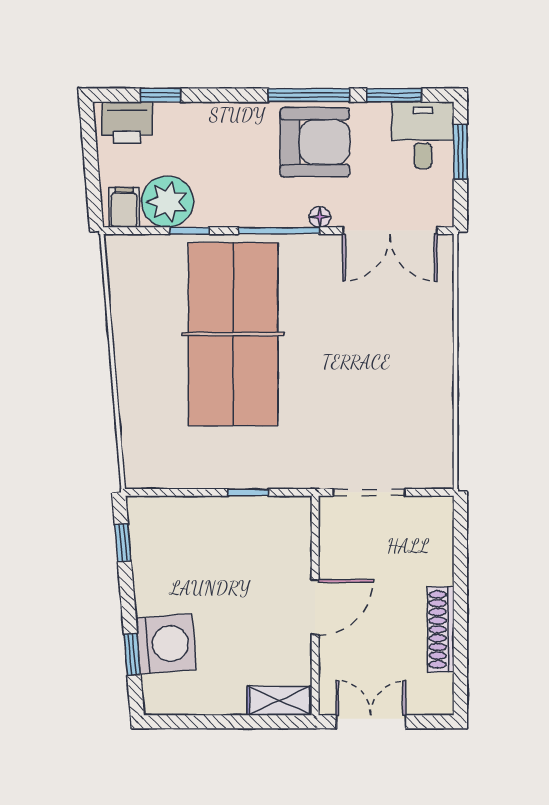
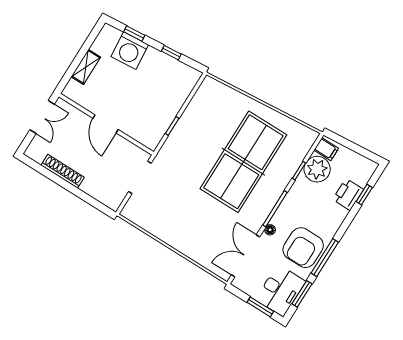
printer: (127, 122) -> (348, 194), moved
desk: (423, 135) -> (280, 290), width x1.37
table tennis table: (233, 334) -> (243, 162), turned 90
window: (123, 543) -> (171, 53), moved
shelving: (279, 701) -> (86, 67), moved

